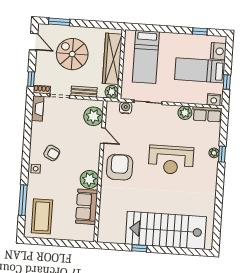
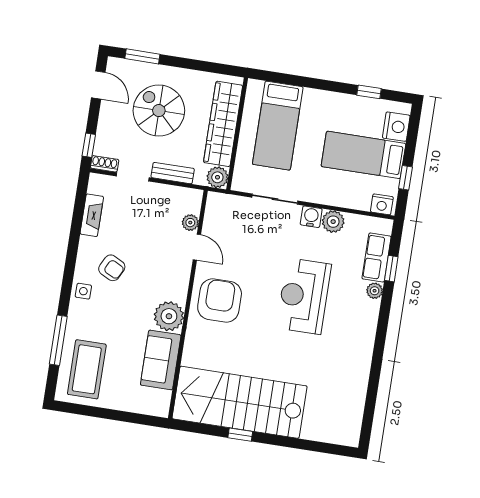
fireplace: (38, 108) -> (92, 215), moved
water cooler: (126, 108) -> (311, 217), moved
row of seats: (207, 114) -> (377, 258), moved, turned 90
plant: (93, 116) -> (190, 223), width x0.53, depth x0.53
window: (222, 154) -> (391, 269), moved
reception desk: (171, 160) -> (304, 296), turned 90
stairs: (166, 230) -> (240, 402), moved

